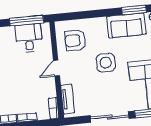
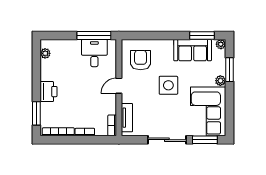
armchair: (75, 40) -> (141, 60), turned 90

